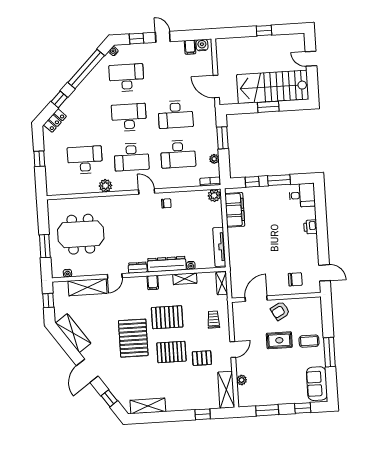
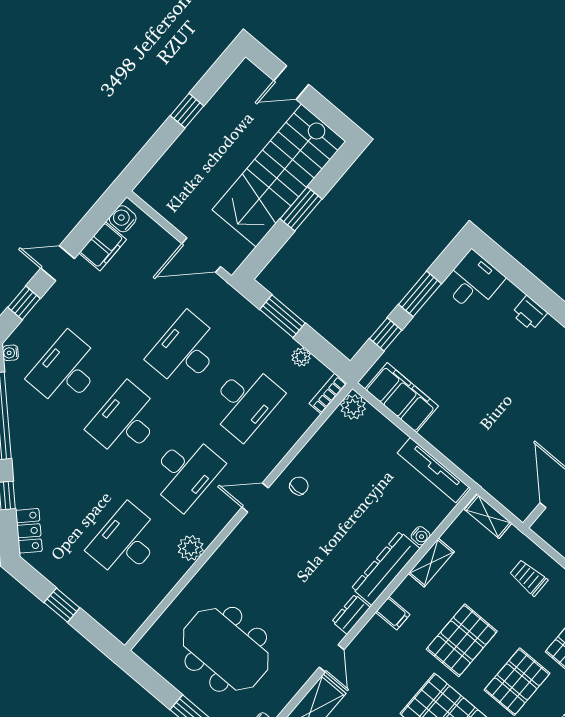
filing cabinet: (190, 47) -> (103, 246), width x2.00
desk: (176, 114) -> (185, 351), turned 180
meeting table: (81, 234) -> (226, 649), turned 90

